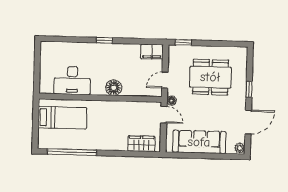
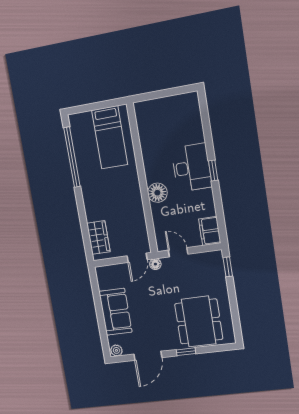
dining table: (210, 77) -> (199, 321), moved
desk: (72, 80) -> (191, 168), moved, turned 180
door: (248, 122) -> (148, 356), hinge flipped
sofa: (199, 142) -> (115, 312), width x0.73

